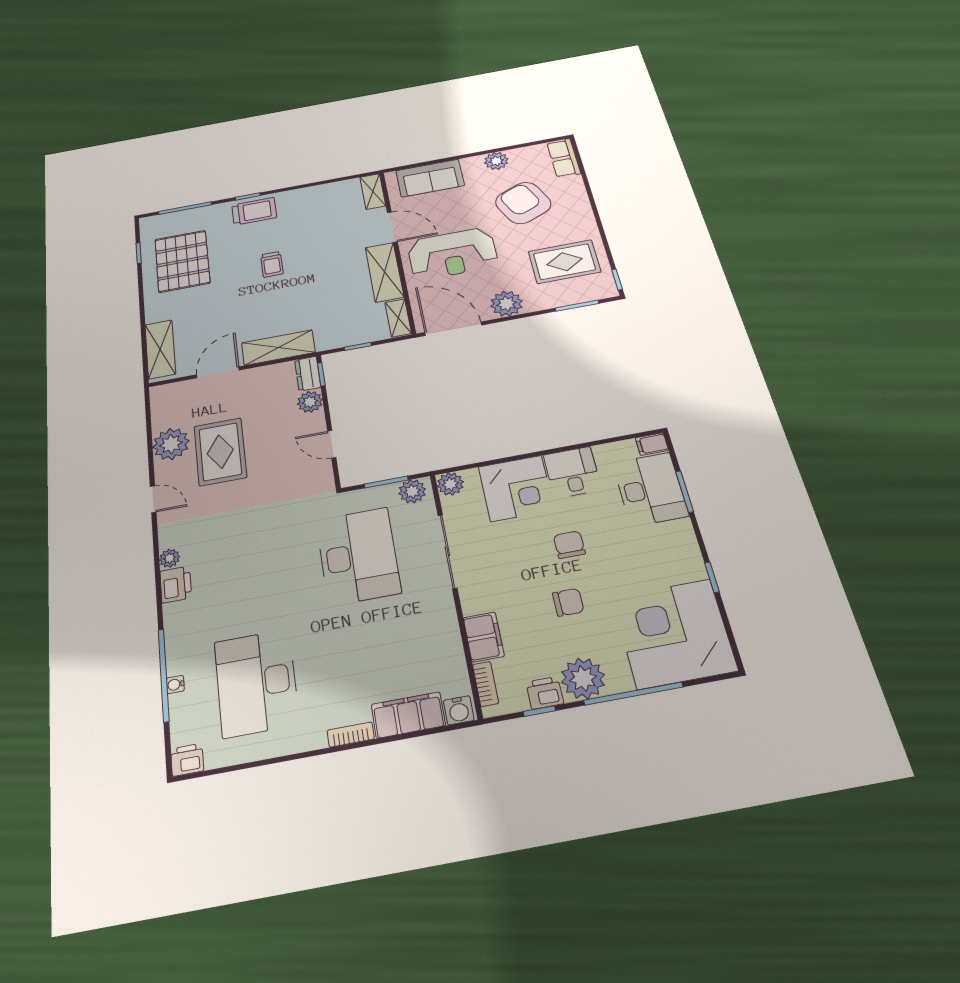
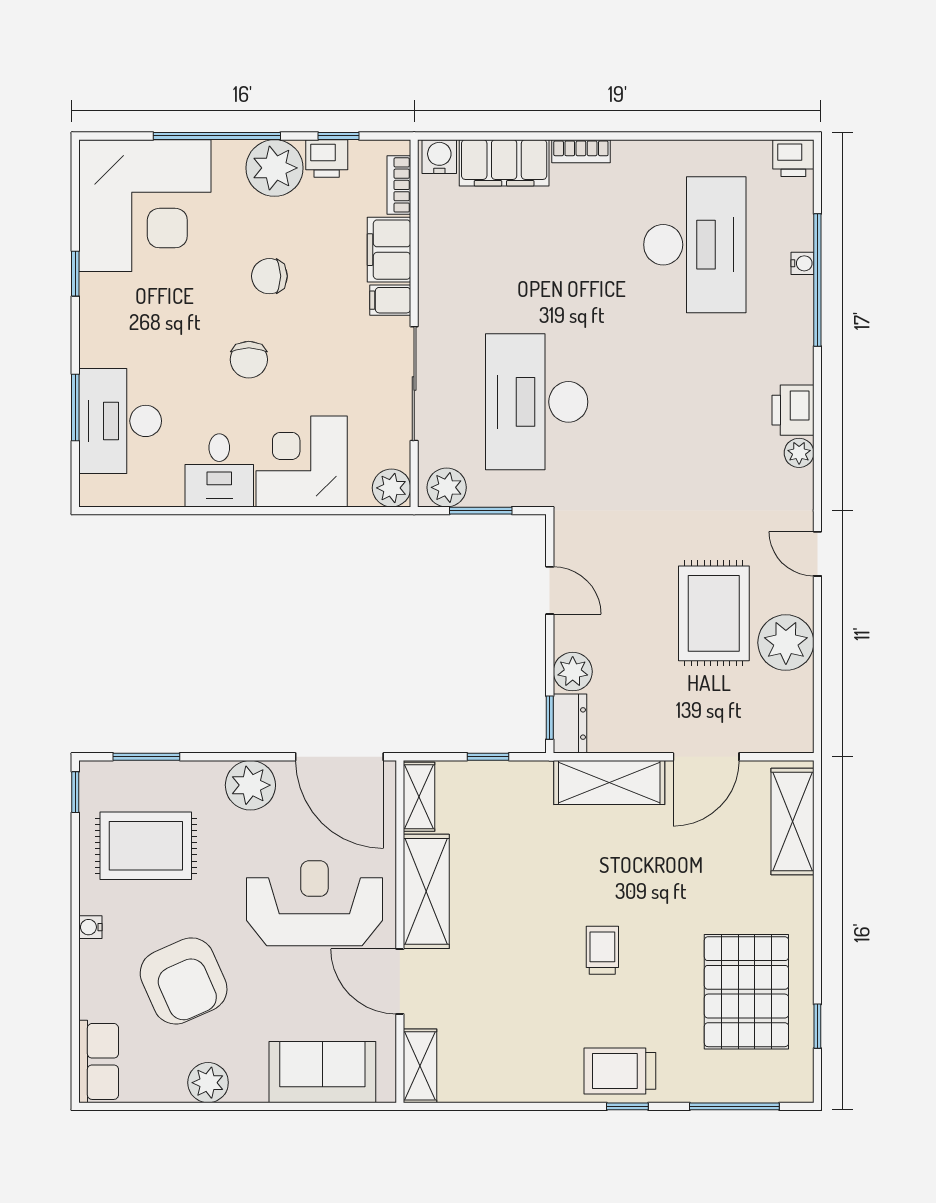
water cooler: (587, 217) -> (90, 927), added
filing cabinet: (652, 444) -> (390, 300), moved, turned 180

